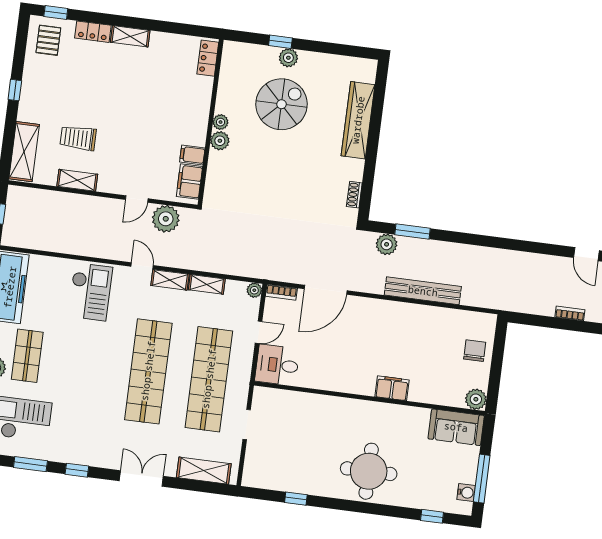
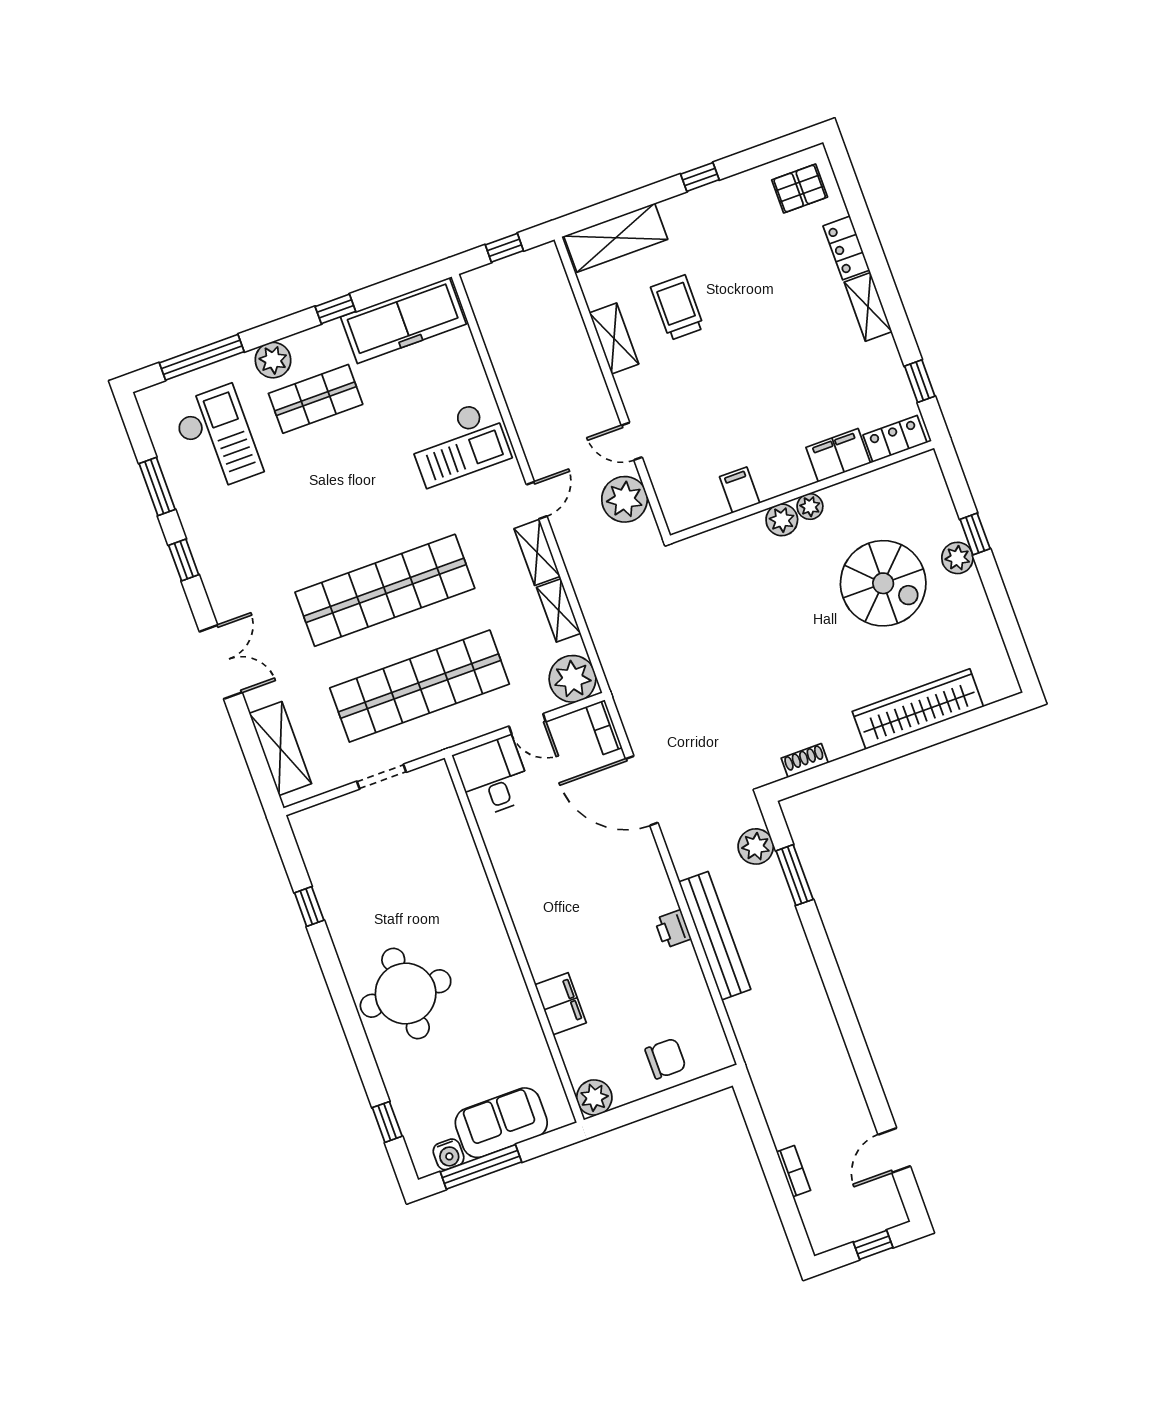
window: (56, 13) -> (920, 381), moved
filing cabinet: (189, 182) -> (838, 455), moved
plant: (254, 290) -> (573, 679), width x1.88, depth x1.88
printer: (408, 311) -> (673, 929), added
filing cabinet: (392, 388) -> (561, 1004), moved
sofa: (456, 427) -> (501, 1123), moved, turned 90

